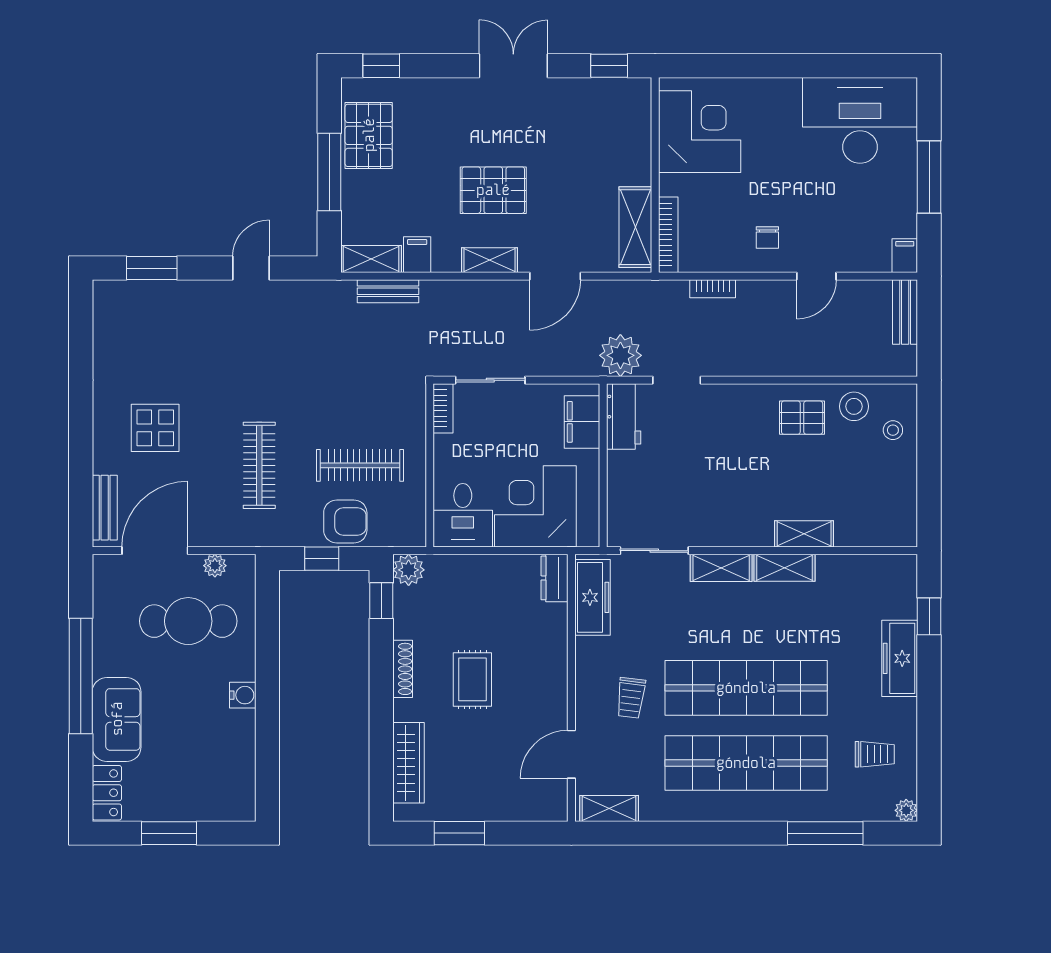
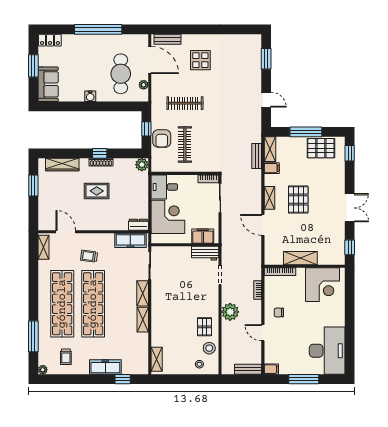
shelving: (635, 227) -> (300, 258), moved
plant: (620, 355) -> (230, 312), moved
shelving: (804, 534) -> (157, 359), moved
window: (381, 601) -> (100, 153), moved
sofa: (117, 719) -> (48, 84), moved, turned -90

